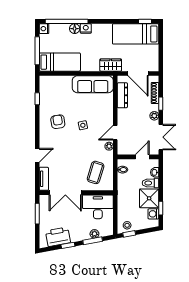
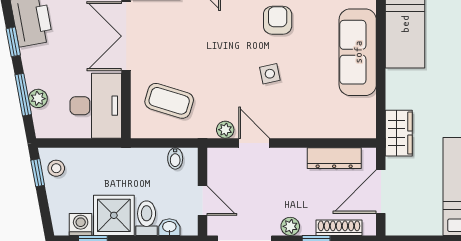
sofa: (93, 84) -> (358, 52), moved
armchair: (58, 122) -> (278, 20), turned -81

